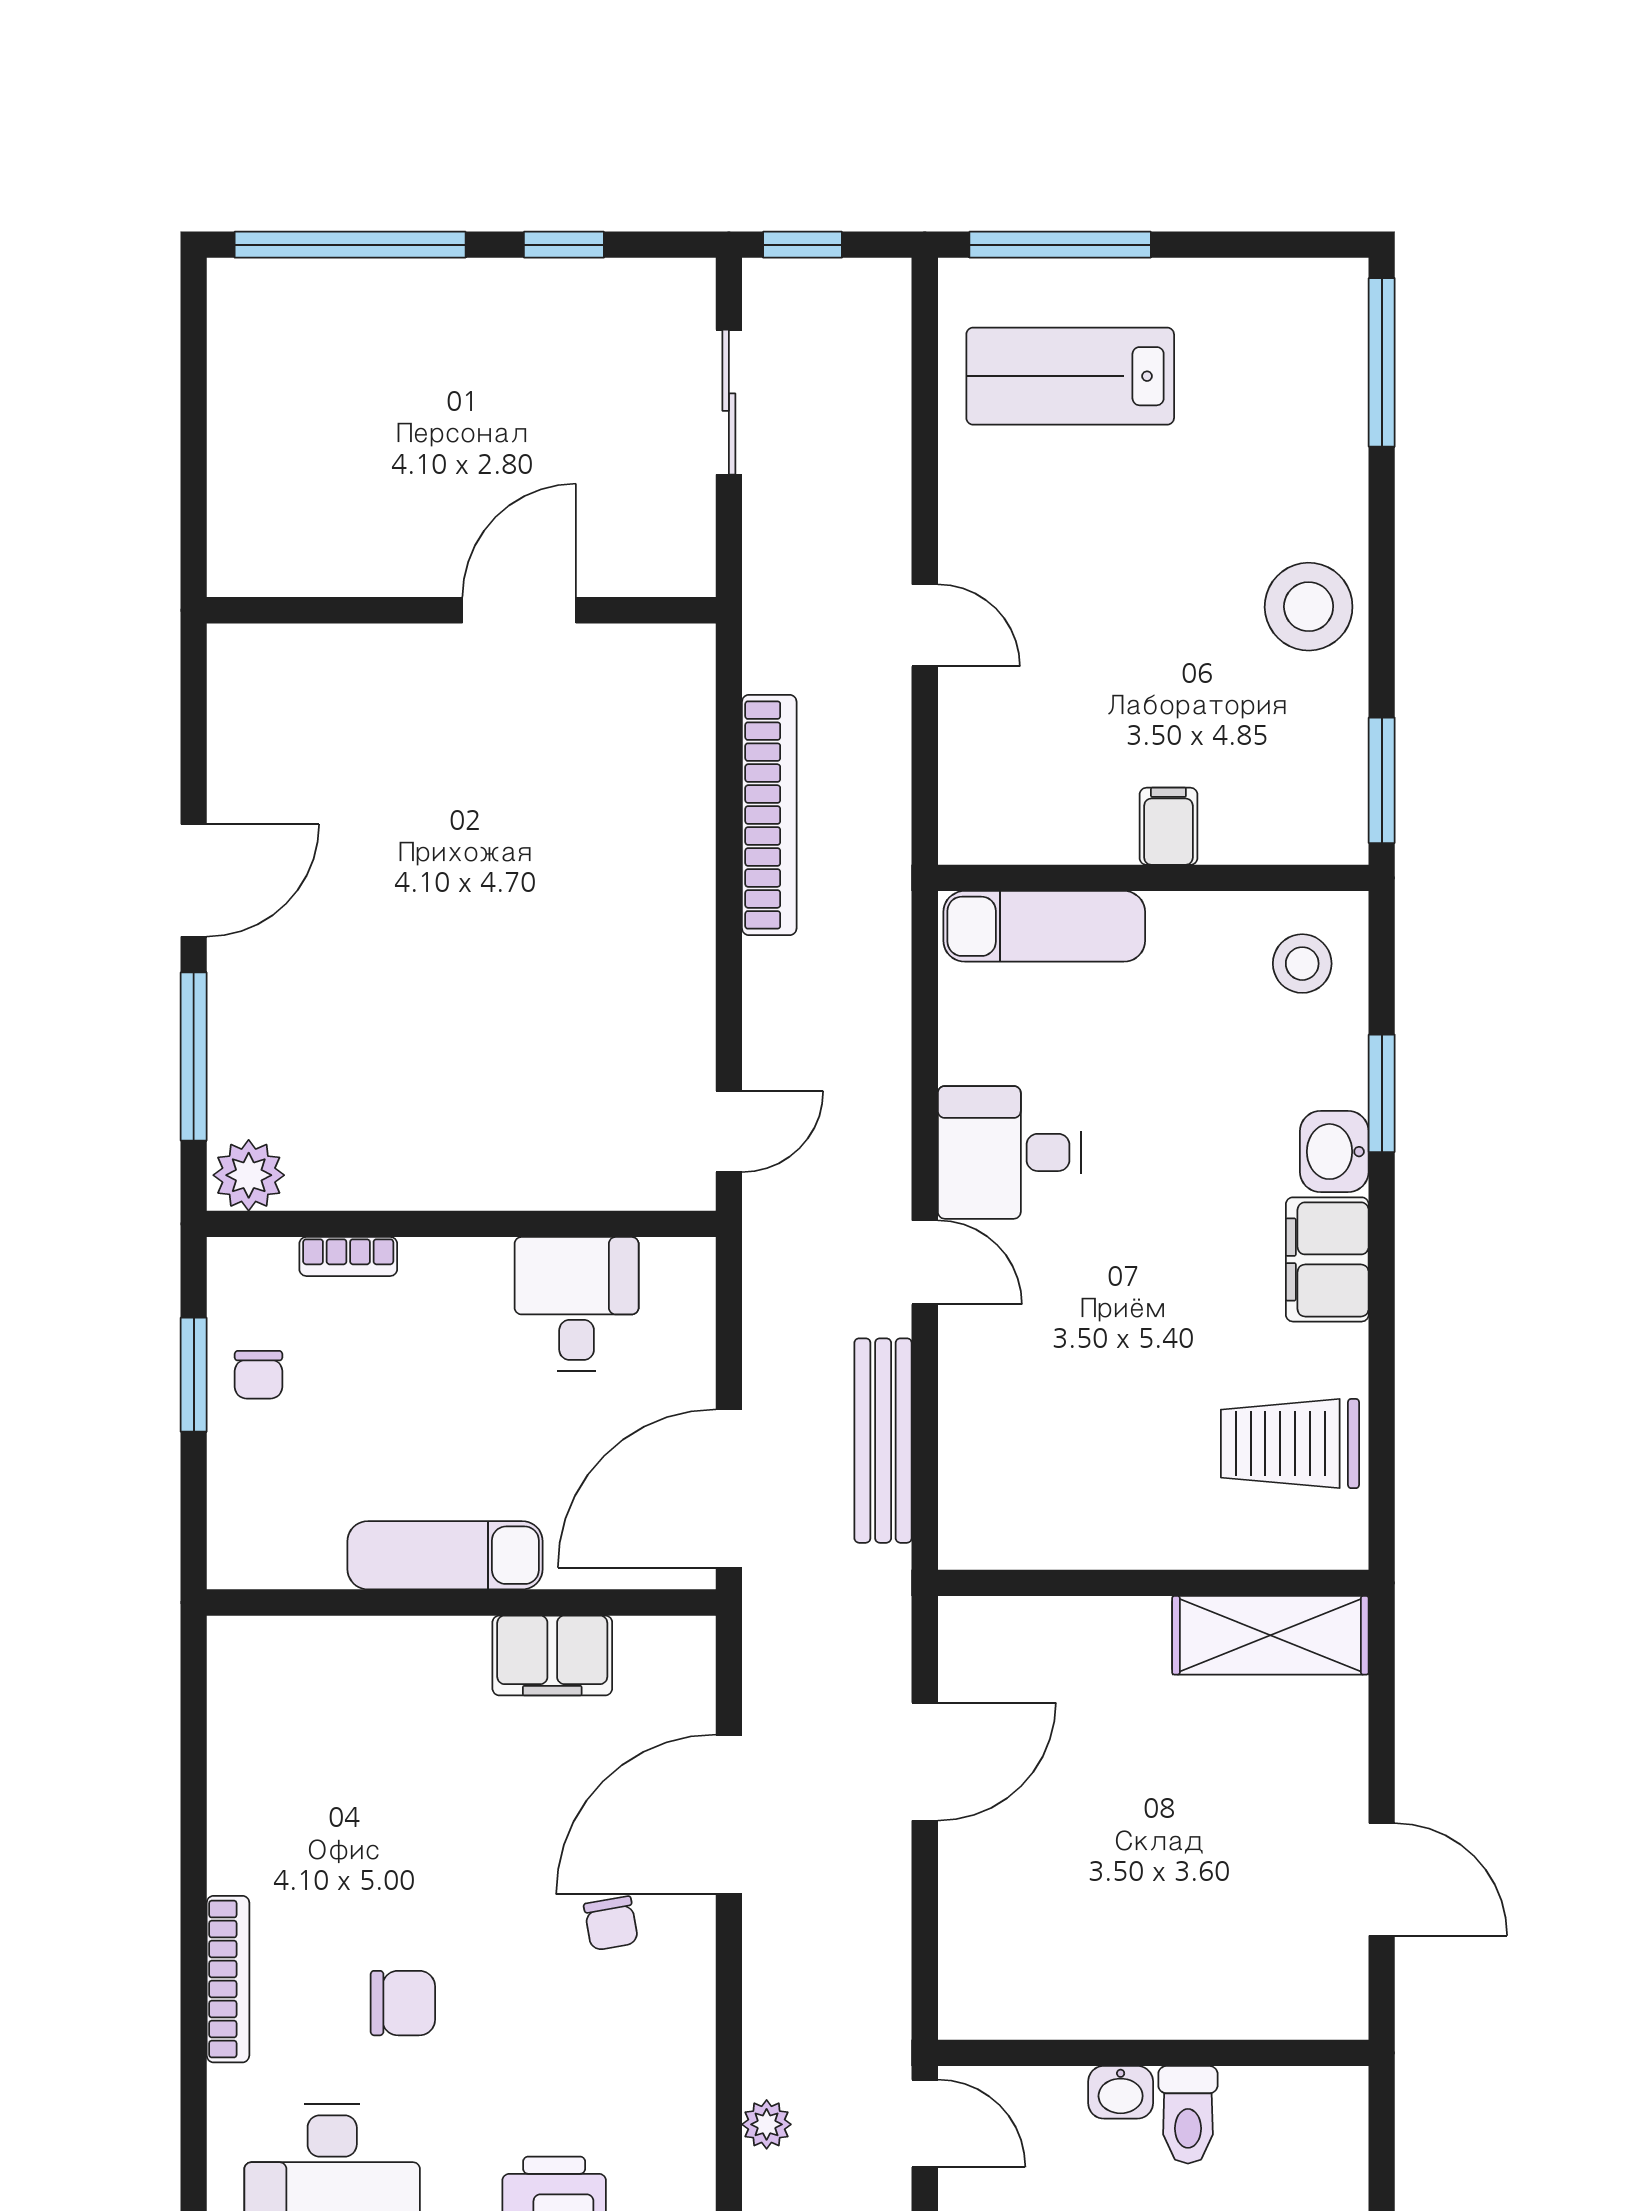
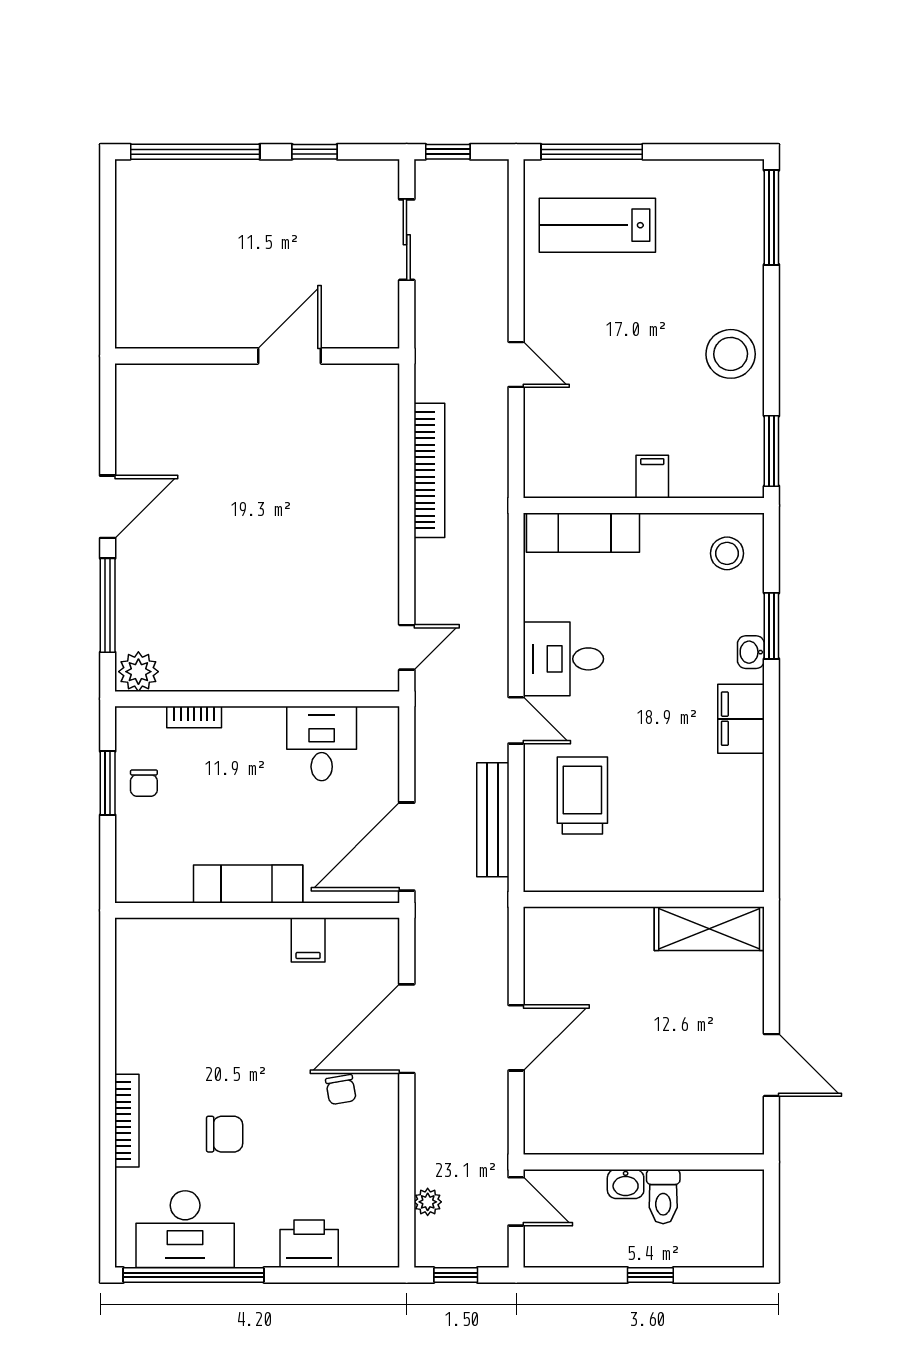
washbasin: (1334, 1152) -> (751, 652), width x0.72, depth x0.69
trolley: (1290, 1444) -> (582, 795), moved, turned 90
filing cabinet: (552, 1655) -> (308, 940), width x0.50
door: (925, 1762) -> (516, 1038), moved

